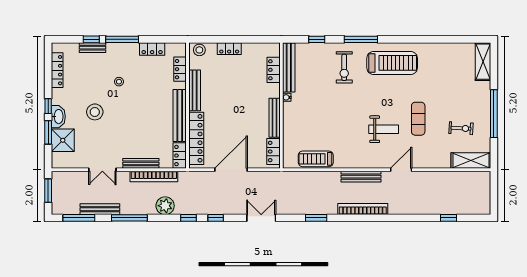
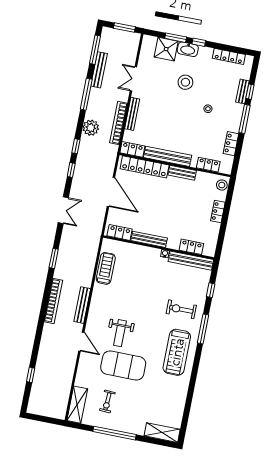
bench: (195, 90) -> (182, 173), width x0.73
exercise mat: (418, 119) -> (123, 366), width x2.00, depth x1.45

